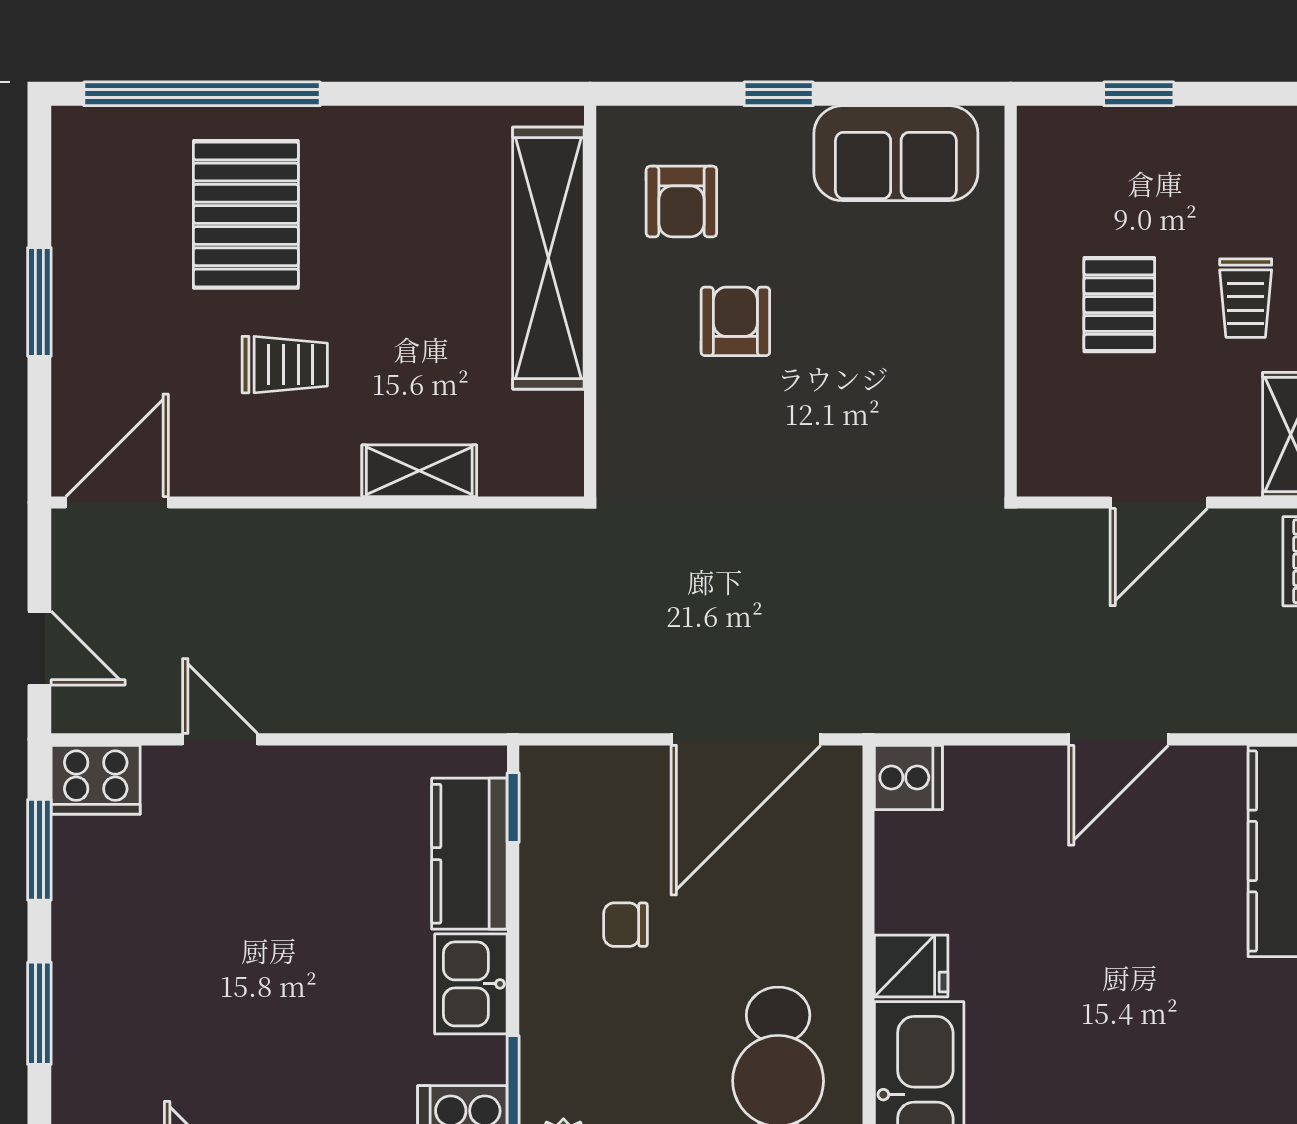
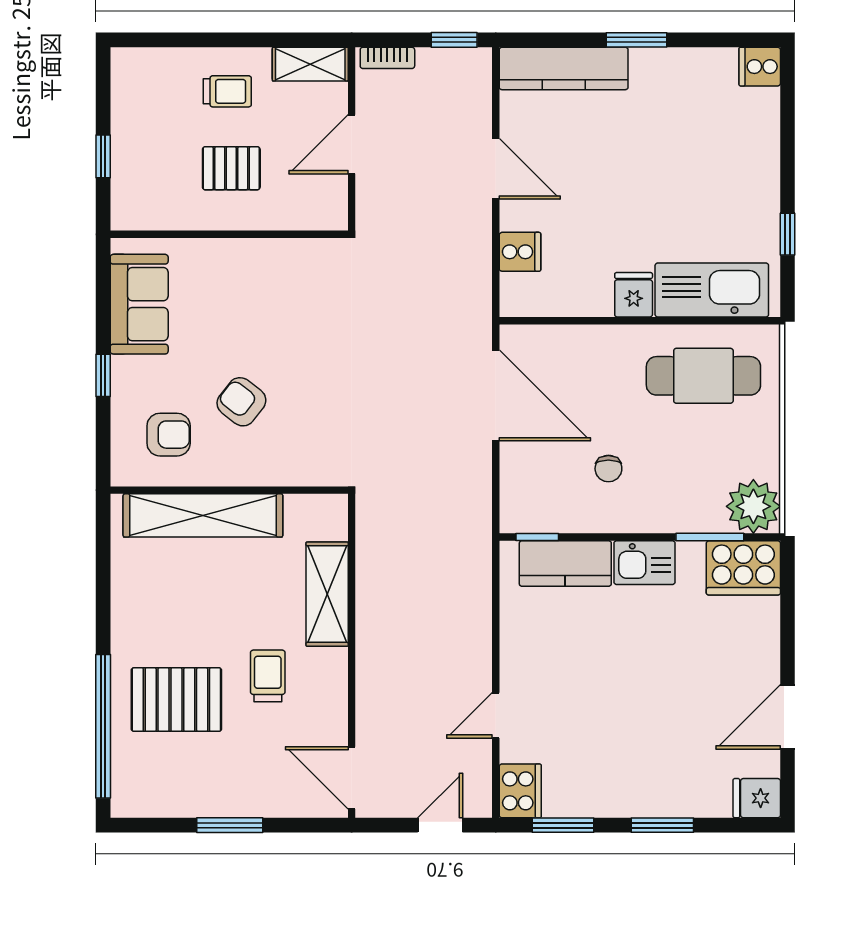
armchair: (735, 321) -> (241, 402), turned 38
shelving: (419, 471) -> (327, 594), width x1.50, depth x1.33
door: (1159, 502) -> (352, 144), swing flipped
cooker: (908, 777) -> (520, 252), moved, turned 90

